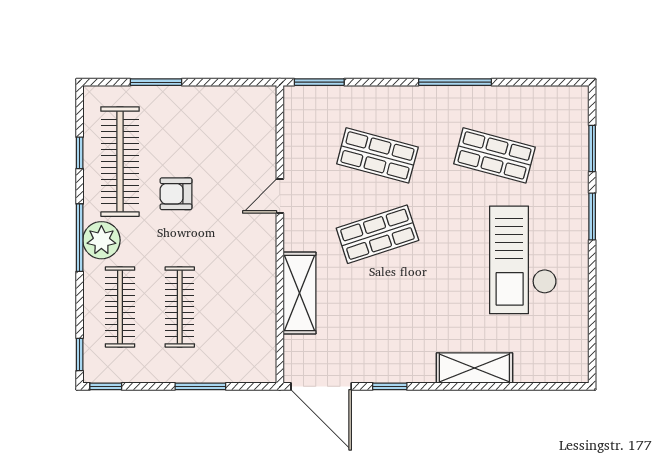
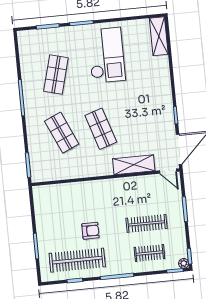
shop shelf: (377, 155) -> (62, 133), turned -39
armchair: (176, 194) -> (90, 231), turned -90
door: (280, 196) -> (168, 171), moved
plant: (101, 240) -> (184, 263), moved, width x0.53, depth x0.53
checkout: (523, 260) -> (106, 55), turned -90
clothes rail: (120, 307) -> (149, 253), width x0.73
shelving: (474, 368) -> (159, 36), moved

